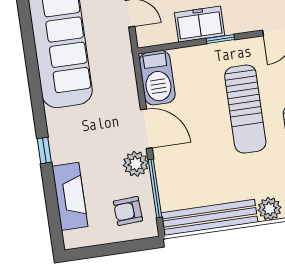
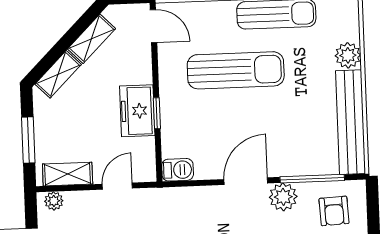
window: (220, 39) -> (157, 113), moved
barbecue: (157, 78) -> (178, 170), width x0.53, depth x0.65

